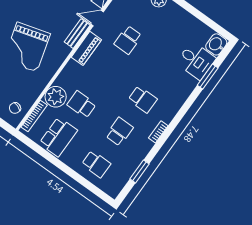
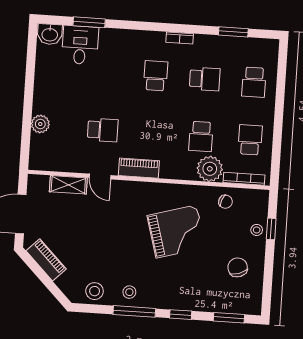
bench: (77, 34) -> (129, 187), removed
chair: (15, 108) -> (226, 202), moved
school desk: (119, 132) -> (205, 79), turned 180
school desk: (58, 137) -> (250, 140), width x0.54
school desk: (96, 164) -> (254, 82), turned 180

